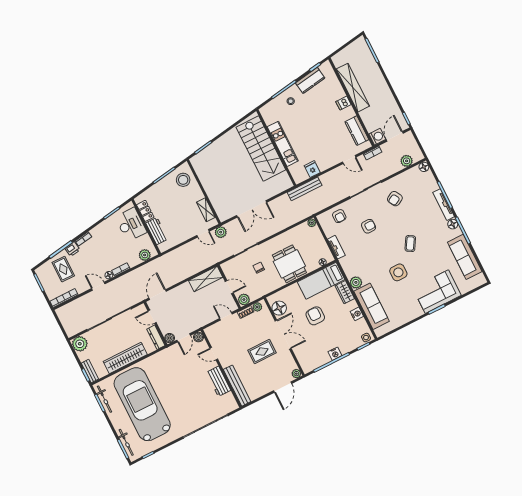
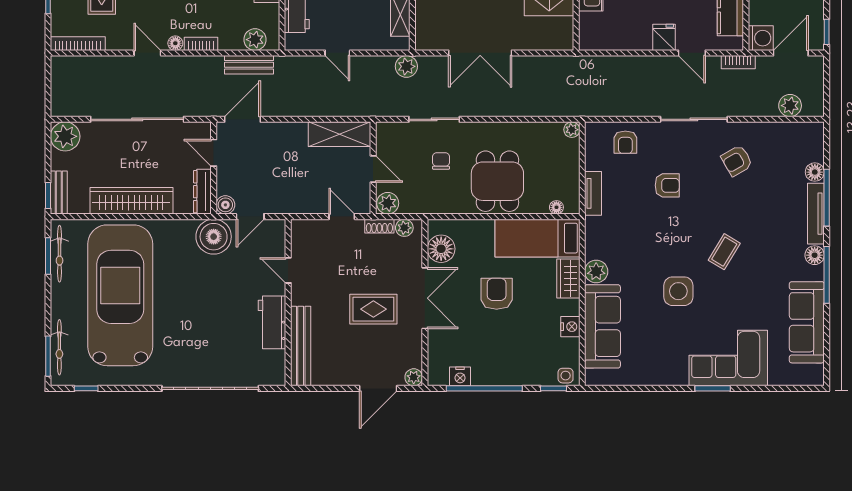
floor lamp: (424, 167) -> (815, 172), moved
fridge: (312, 169) -> (664, 37), moved
bench: (305, 189) -> (249, 65), moved, width x0.73
door: (203, 233) -> (337, 53), moved
boiler: (198, 337) -> (214, 237), moved, width x1.86, depth x1.86
nightstand: (335, 354) -> (460, 376), moved

